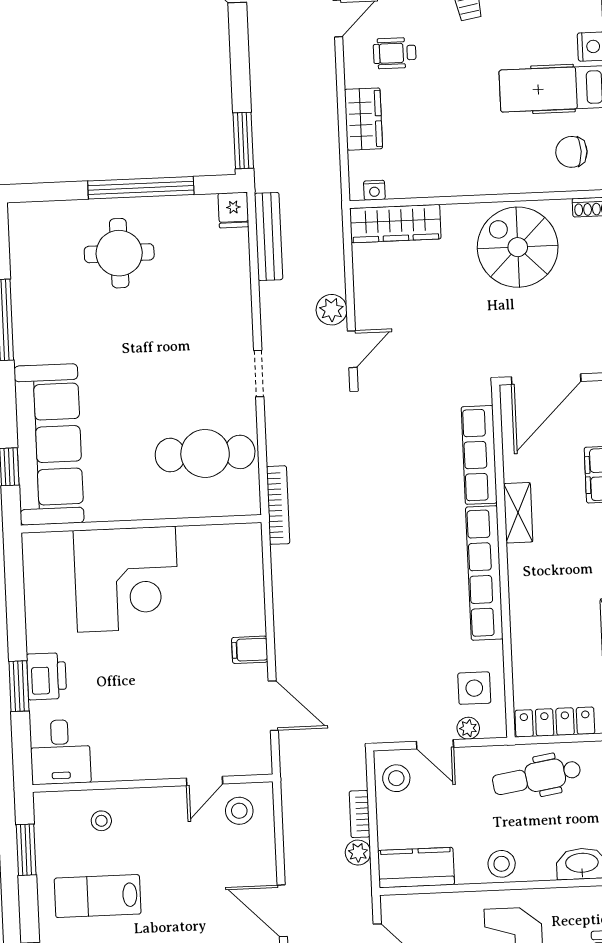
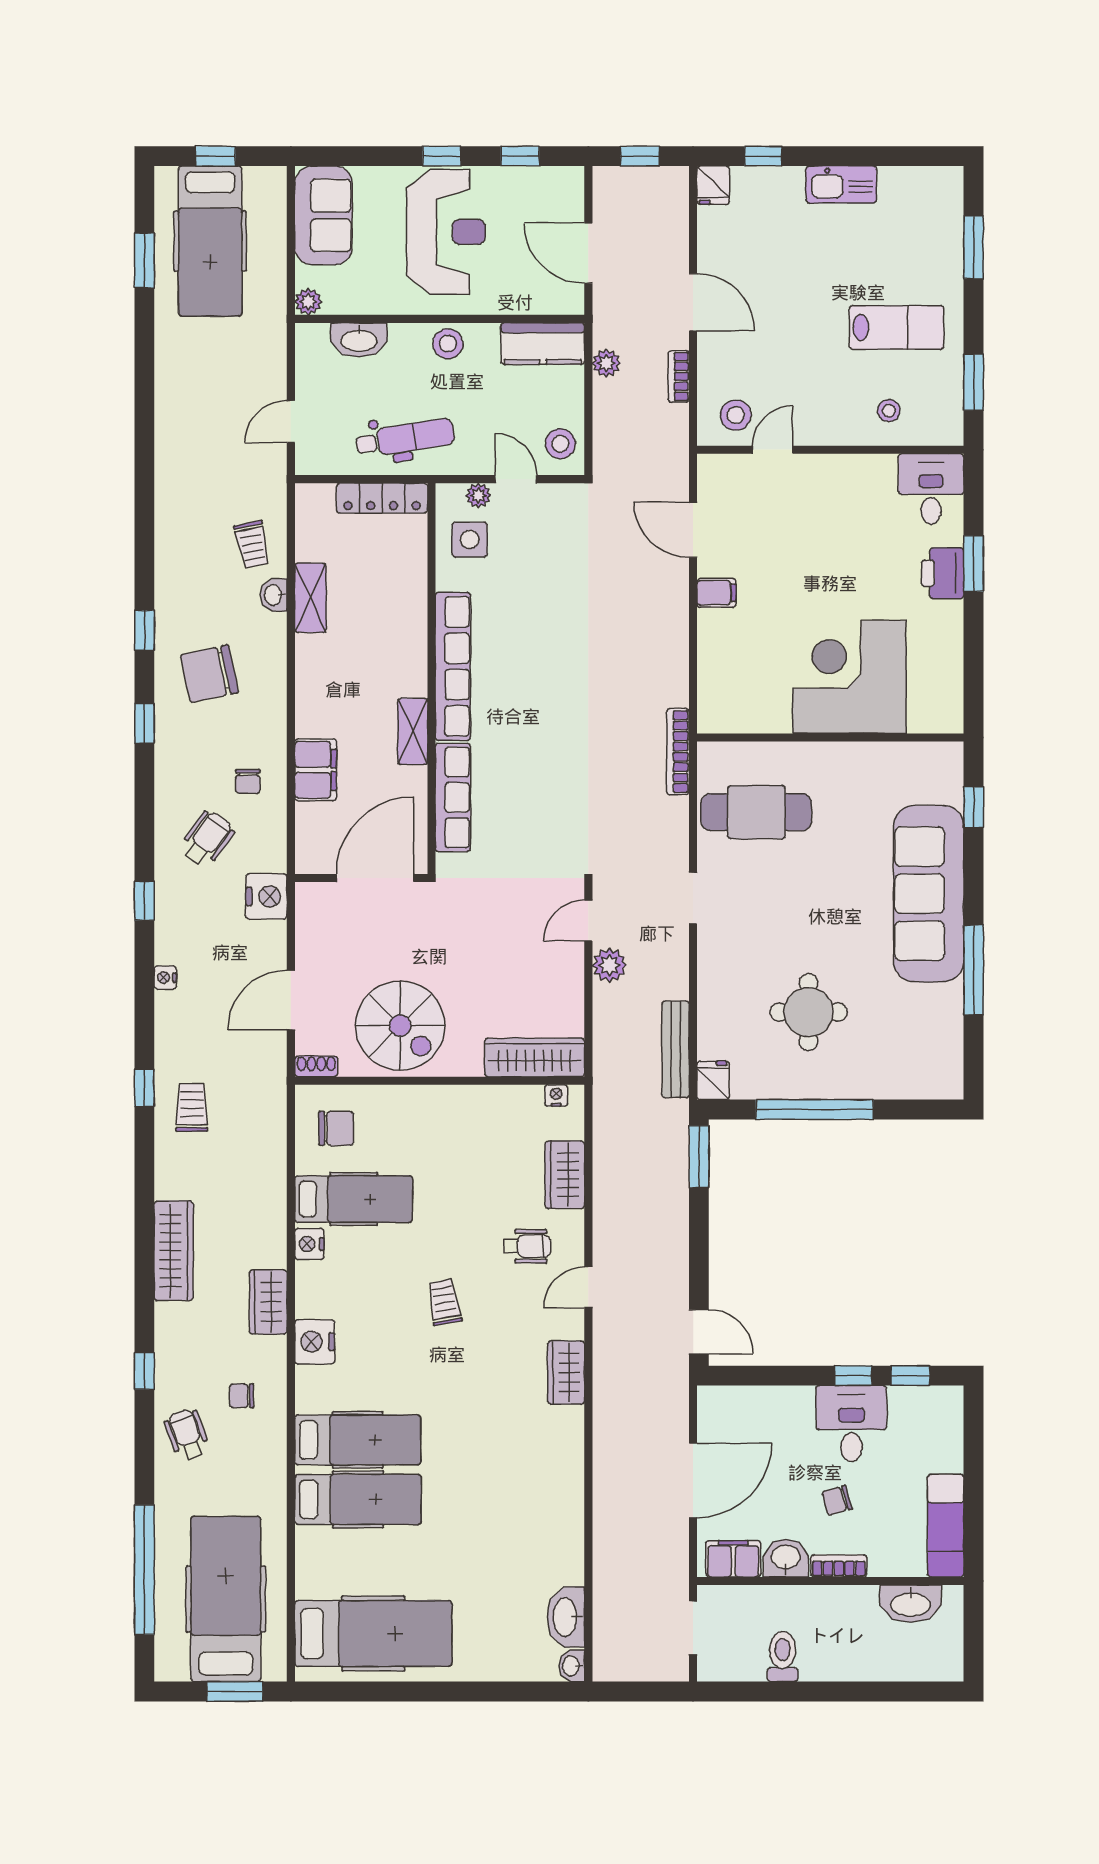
round table: (119, 253) -> (808, 1012), moved
sofa: (49, 444) -> (929, 894), moved
bookcase: (360, 814) -> (679, 376), moved, turned 180

